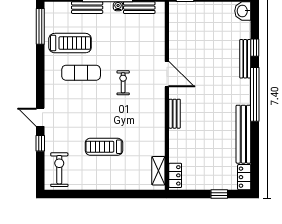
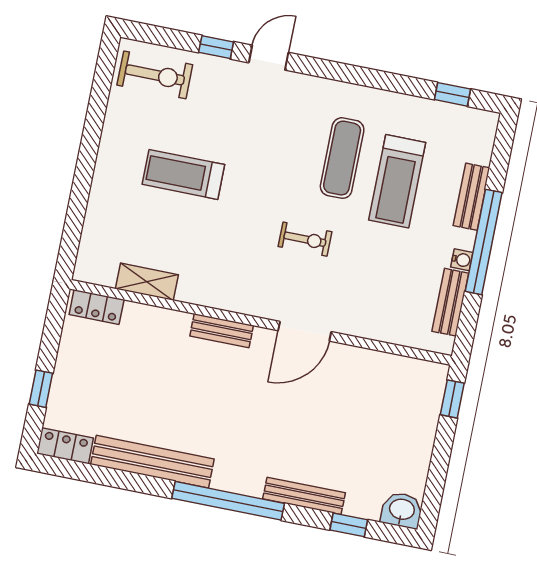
window: (40, 26) -> (452, 94), width x0.46
treadmill: (70, 43) -> (397, 181), moved
window: (255, 48) -> (349, 525), moved
treadmill: (104, 147) -> (183, 174), turned -90
shelving: (158, 171) -> (147, 282), moved

